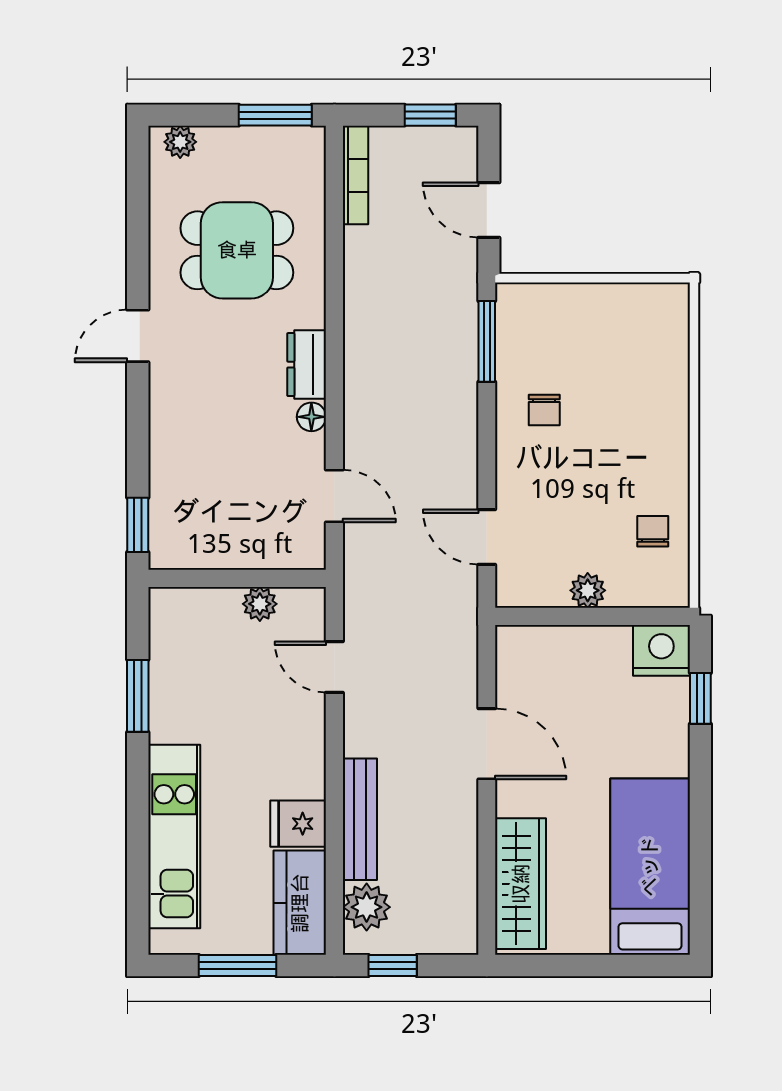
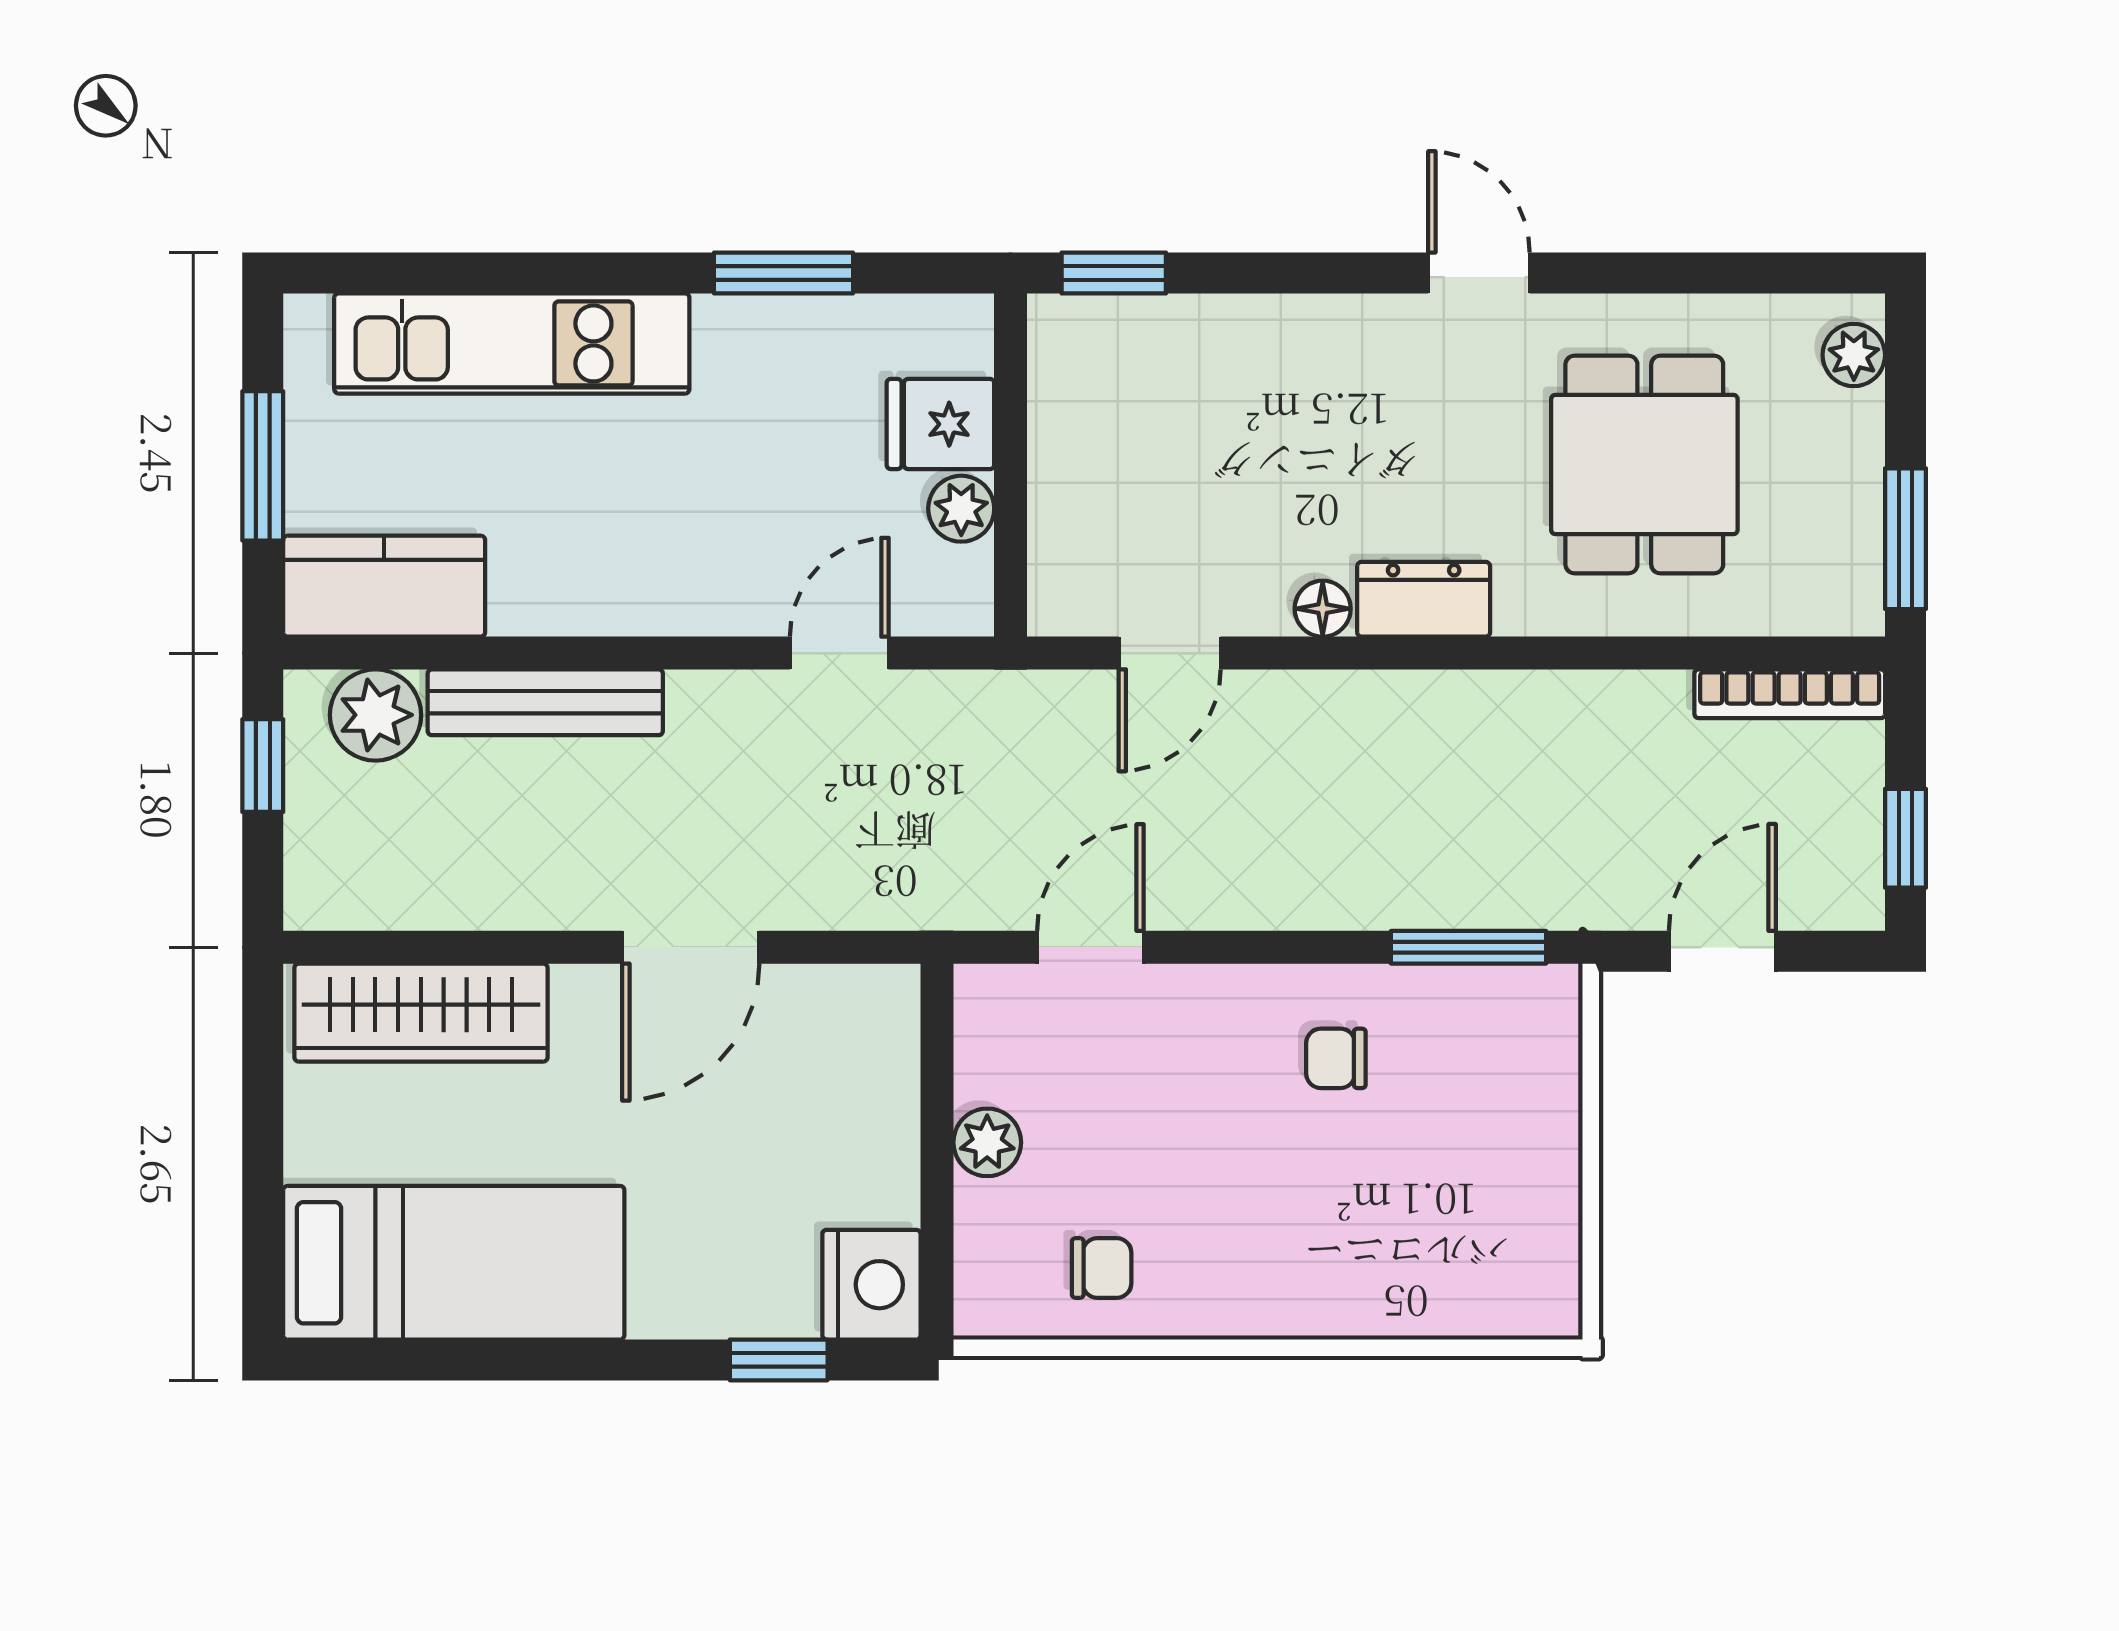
fridge: (298, 824) -> (940, 424), moved, turned -90

